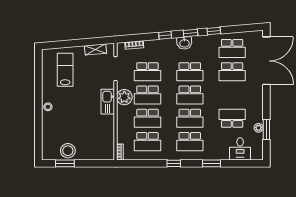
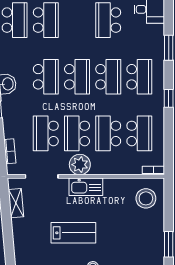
lab bench: (65, 70) -> (73, 233), moved, turned 180
school desk: (147, 72) -> (46, 133), turned 180
school desk: (147, 95) -> (77, 133), turned 180
school desk: (147, 118) -> (108, 133), turned 180
stool: (68, 151) -> (146, 198), moved

